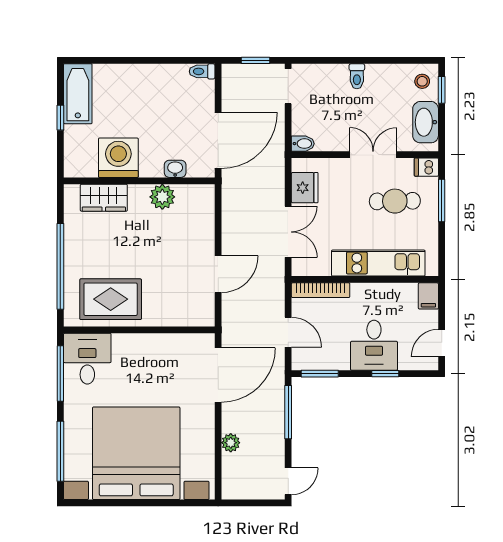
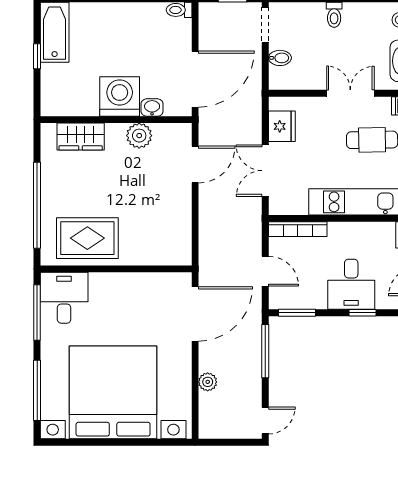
bidet: (303, 144) -> (280, 58), moved
washing machine: (118, 158) -> (120, 96), moved
double door: (288, 232) -> (265, 171), swing flipped
door: (218, 274) -> (195, 165), moved

